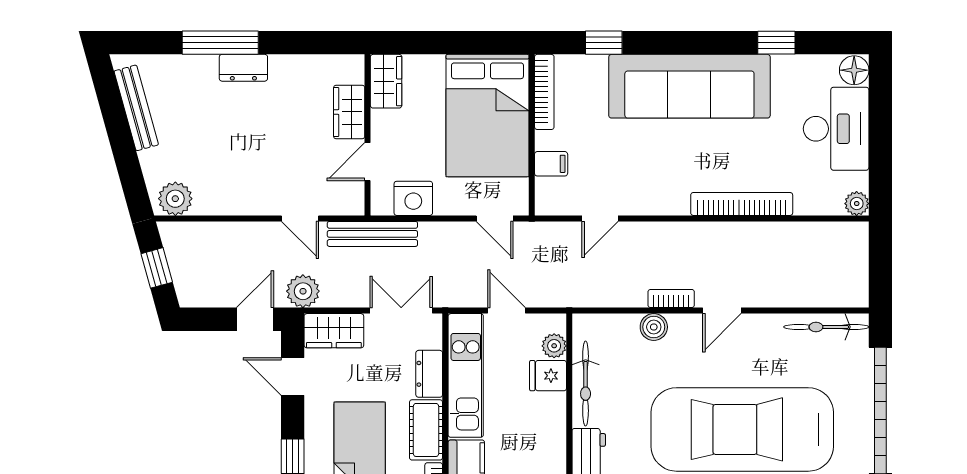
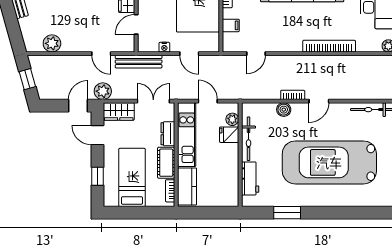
nightstand: (413, 198) -> (164, 47), width x0.53, depth x0.56
plant: (175, 199) -> (52, 43), moved
door: (495, 218) -> (189, 54), moved

